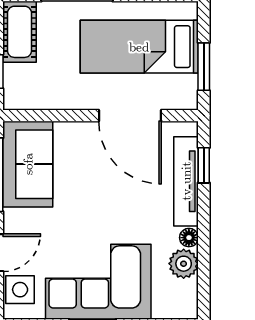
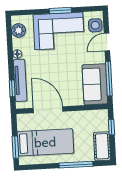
window: (204, 67) -> (15, 147), moved
plant: (184, 264) -> (19, 30), moved

